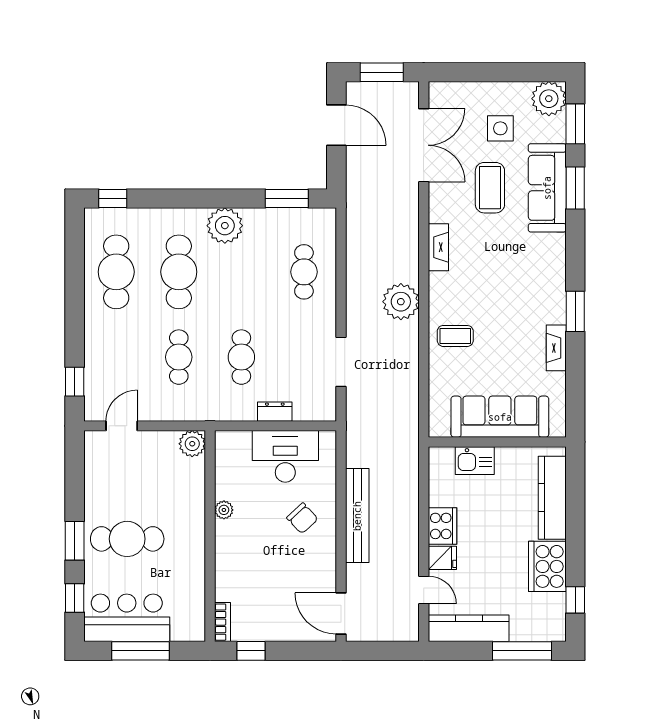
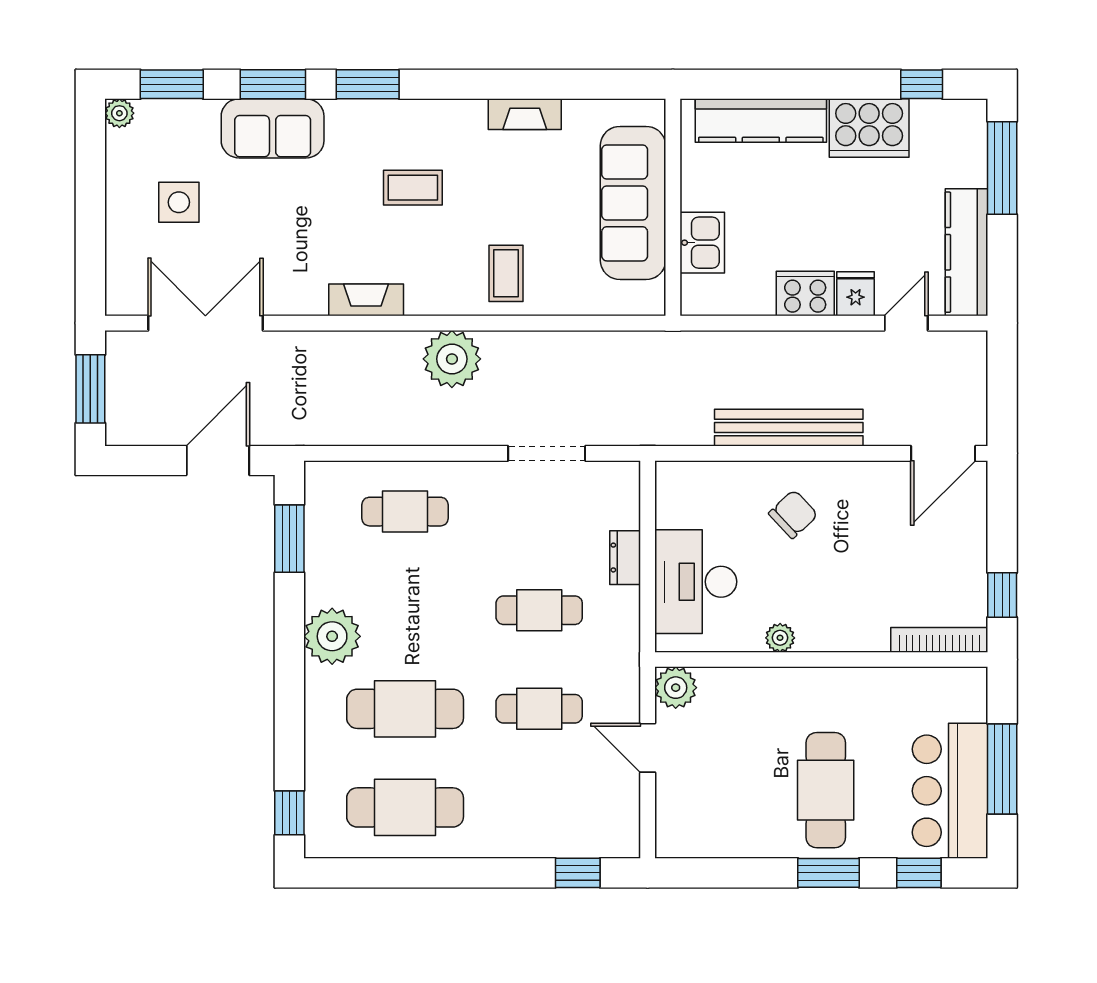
plant: (549, 99) -> (119, 113), width x0.53, depth x0.53
door: (336, 125) -> (218, 461), moved
coffee table: (490, 188) -> (413, 188), moved, width x0.73, depth x0.77
sofa: (547, 188) -> (273, 128), width x0.73
window: (575, 311) -> (368, 84), moved
door: (122, 426) -> (648, 748), moved
desk: (285, 456) -> (696, 582), moved
bookcase: (223, 622) -> (939, 640), width x1.56

